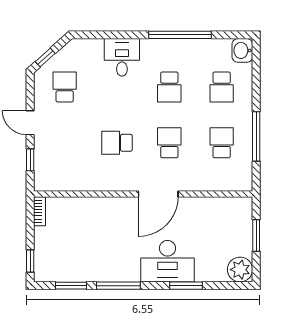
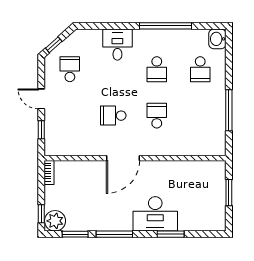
school desk: (222, 143) -> (200, 116), removed
door: (158, 194) -> (123, 158), moved
plant: (240, 270) -> (55, 221), moved

